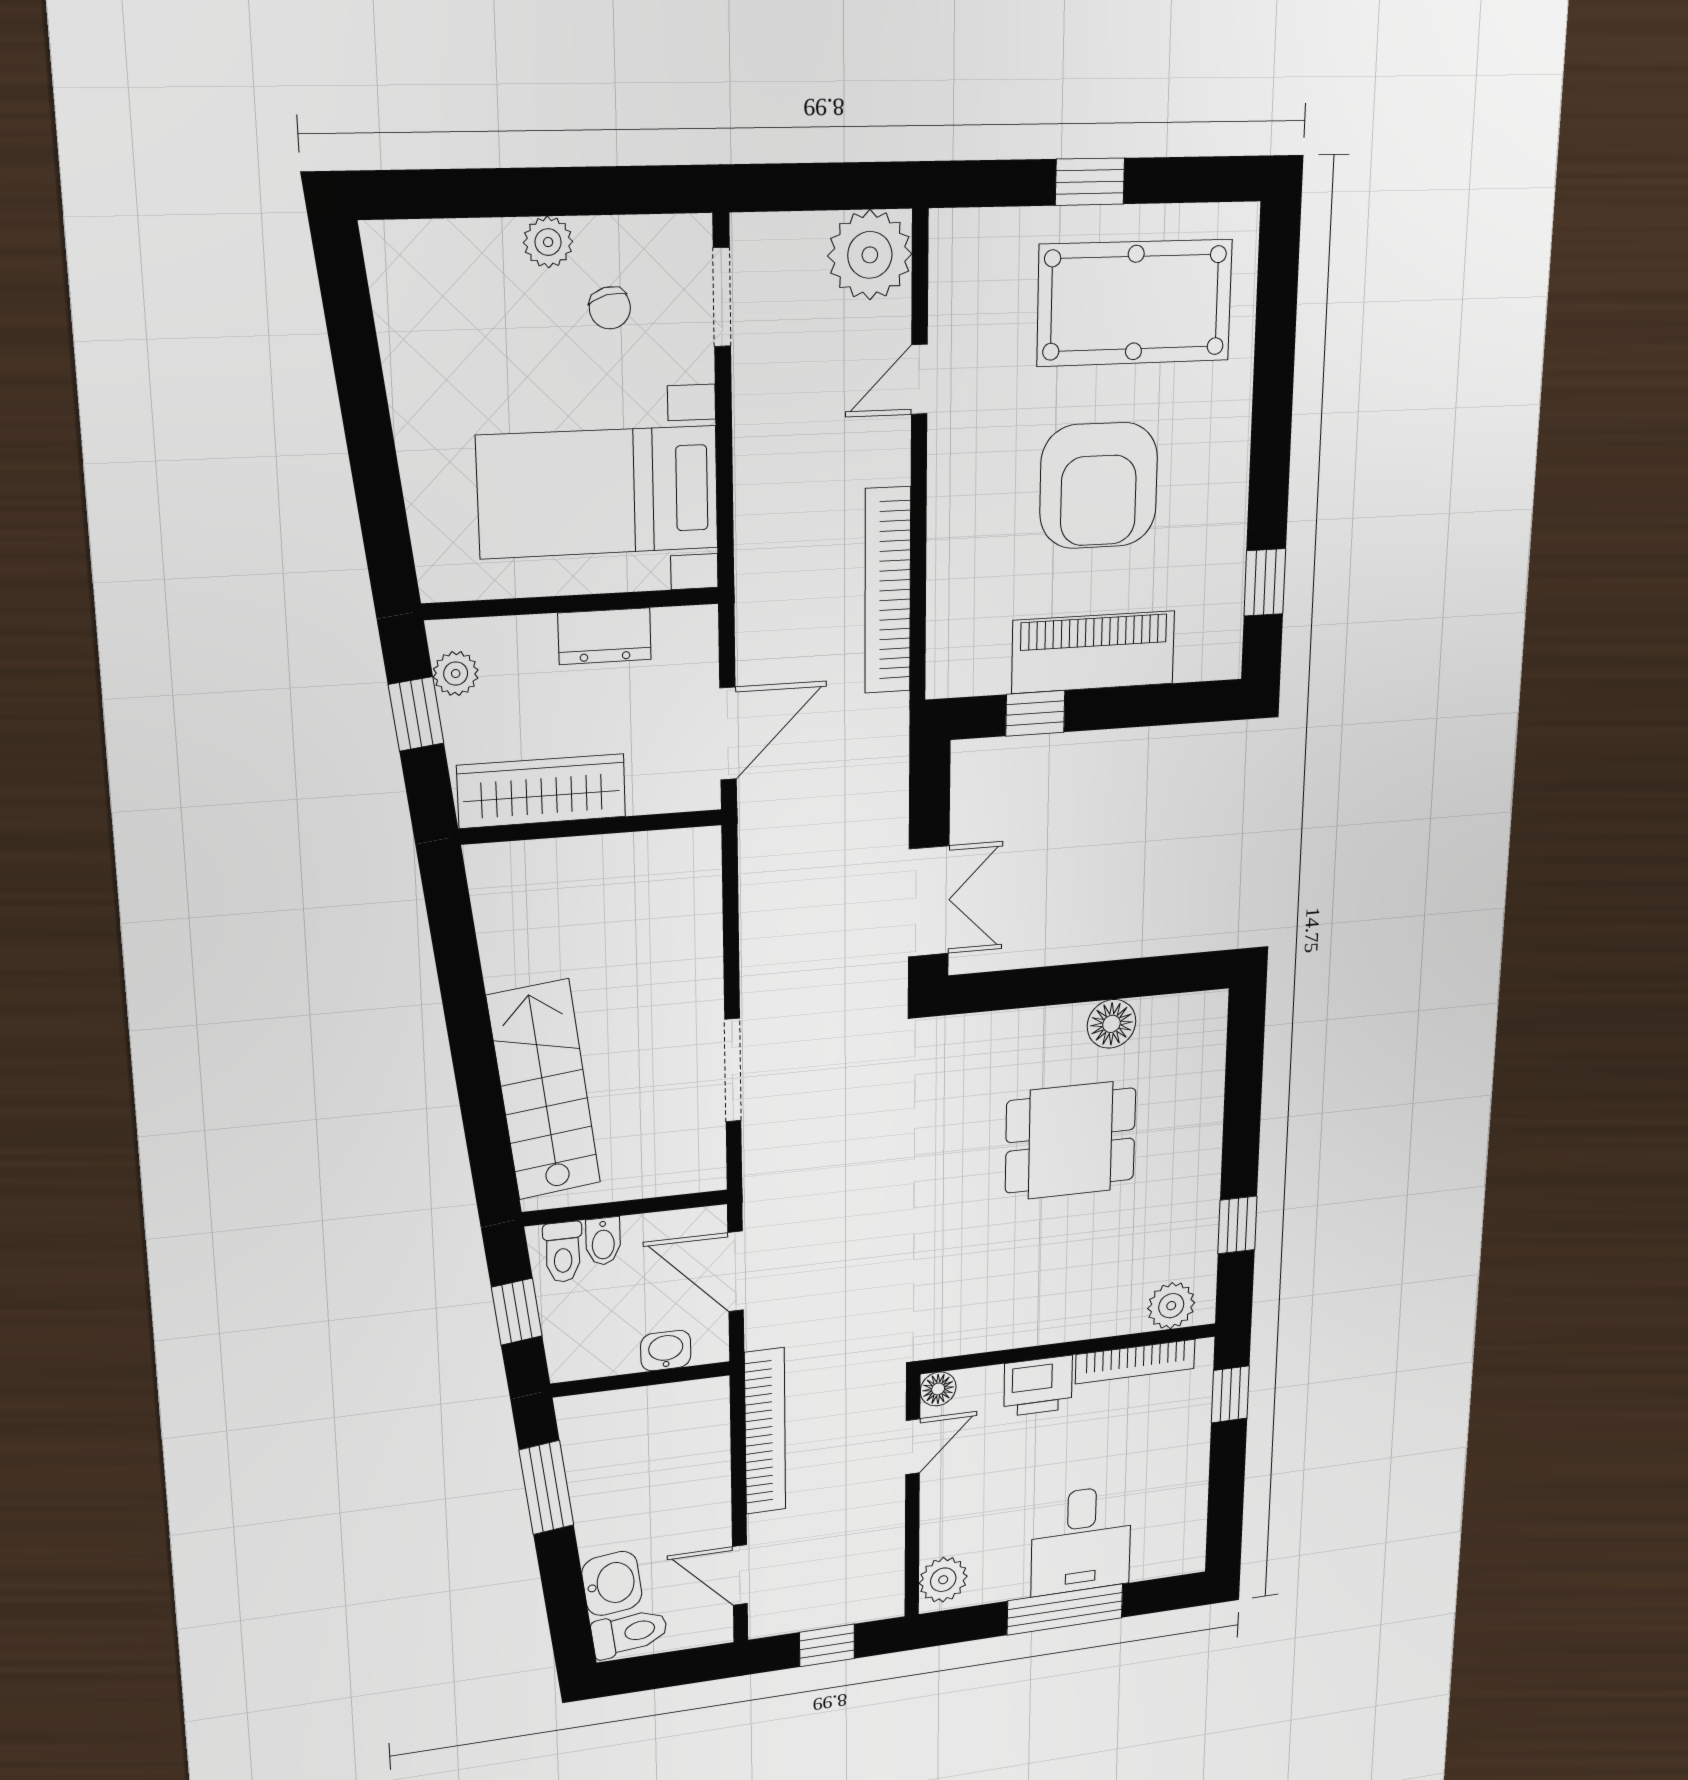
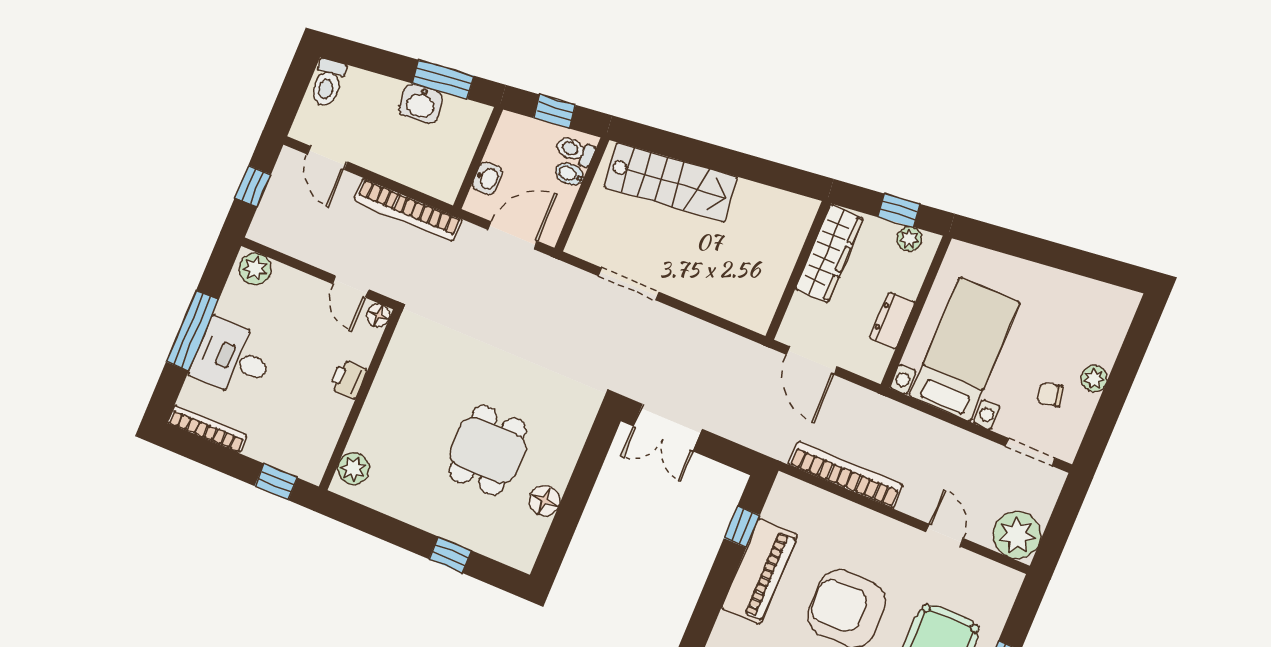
window: (1237, 1225) -> (450, 555), moved
bookcase: (1135, 1362) -> (207, 429), moved, turned 90
printer: (1038, 1386) -> (348, 379), width x0.73, depth x0.81
door: (740, 1575) -> (327, 158), swing flipped
washbasin: (612, 1583) -> (421, 104), moved

